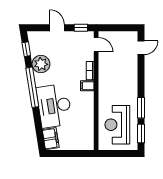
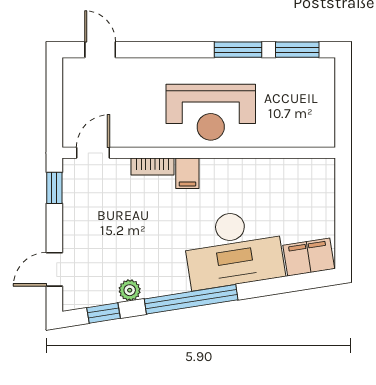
door: (57, 28) -> (54, 269), moved
plant: (41, 64) -> (130, 290), width x0.53, depth x0.53
reception desk: (117, 125) -> (211, 112), moved

